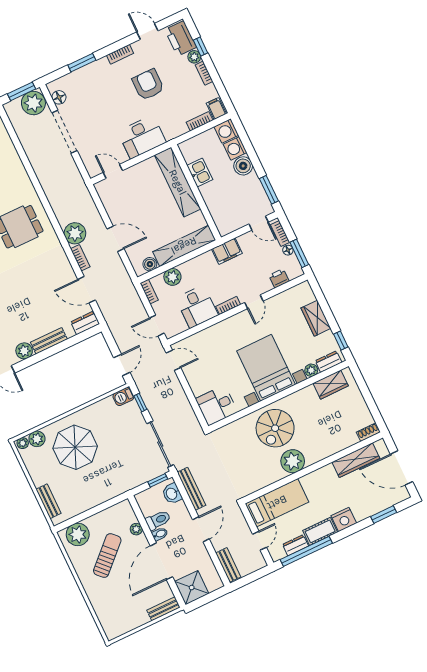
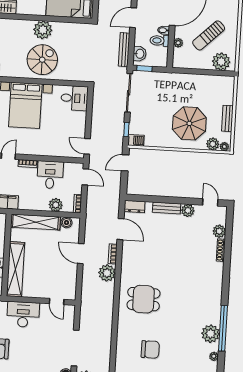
bench: (48, 501) -> (227, 118), moved

